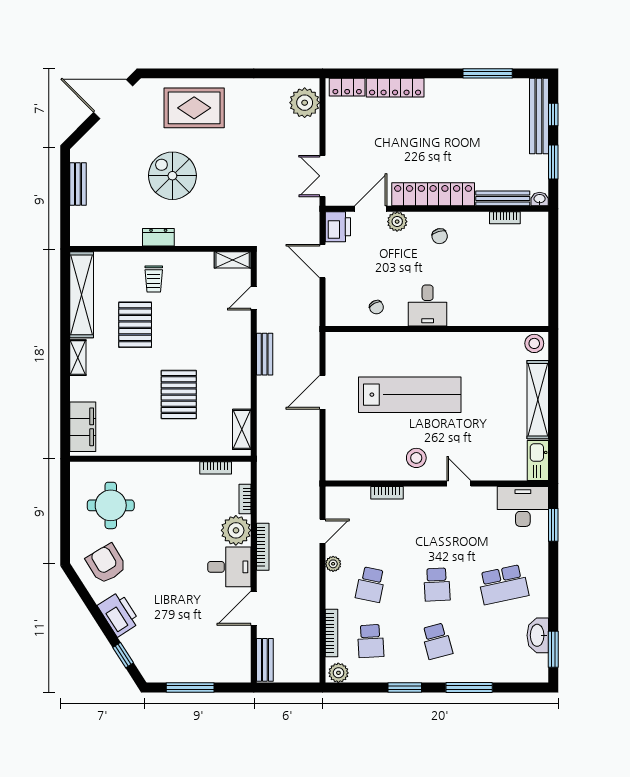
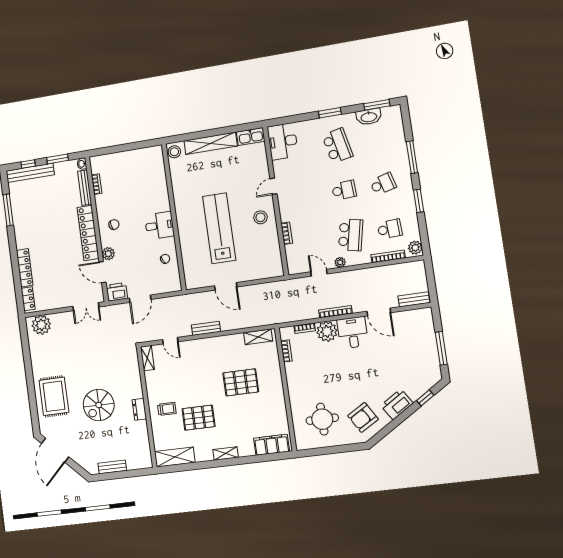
shelving: (82, 295) -> (175, 457), width x0.68
window: (553, 525) -> (330, 113), moved
school desk: (371, 585) -> (351, 235), width x1.85

